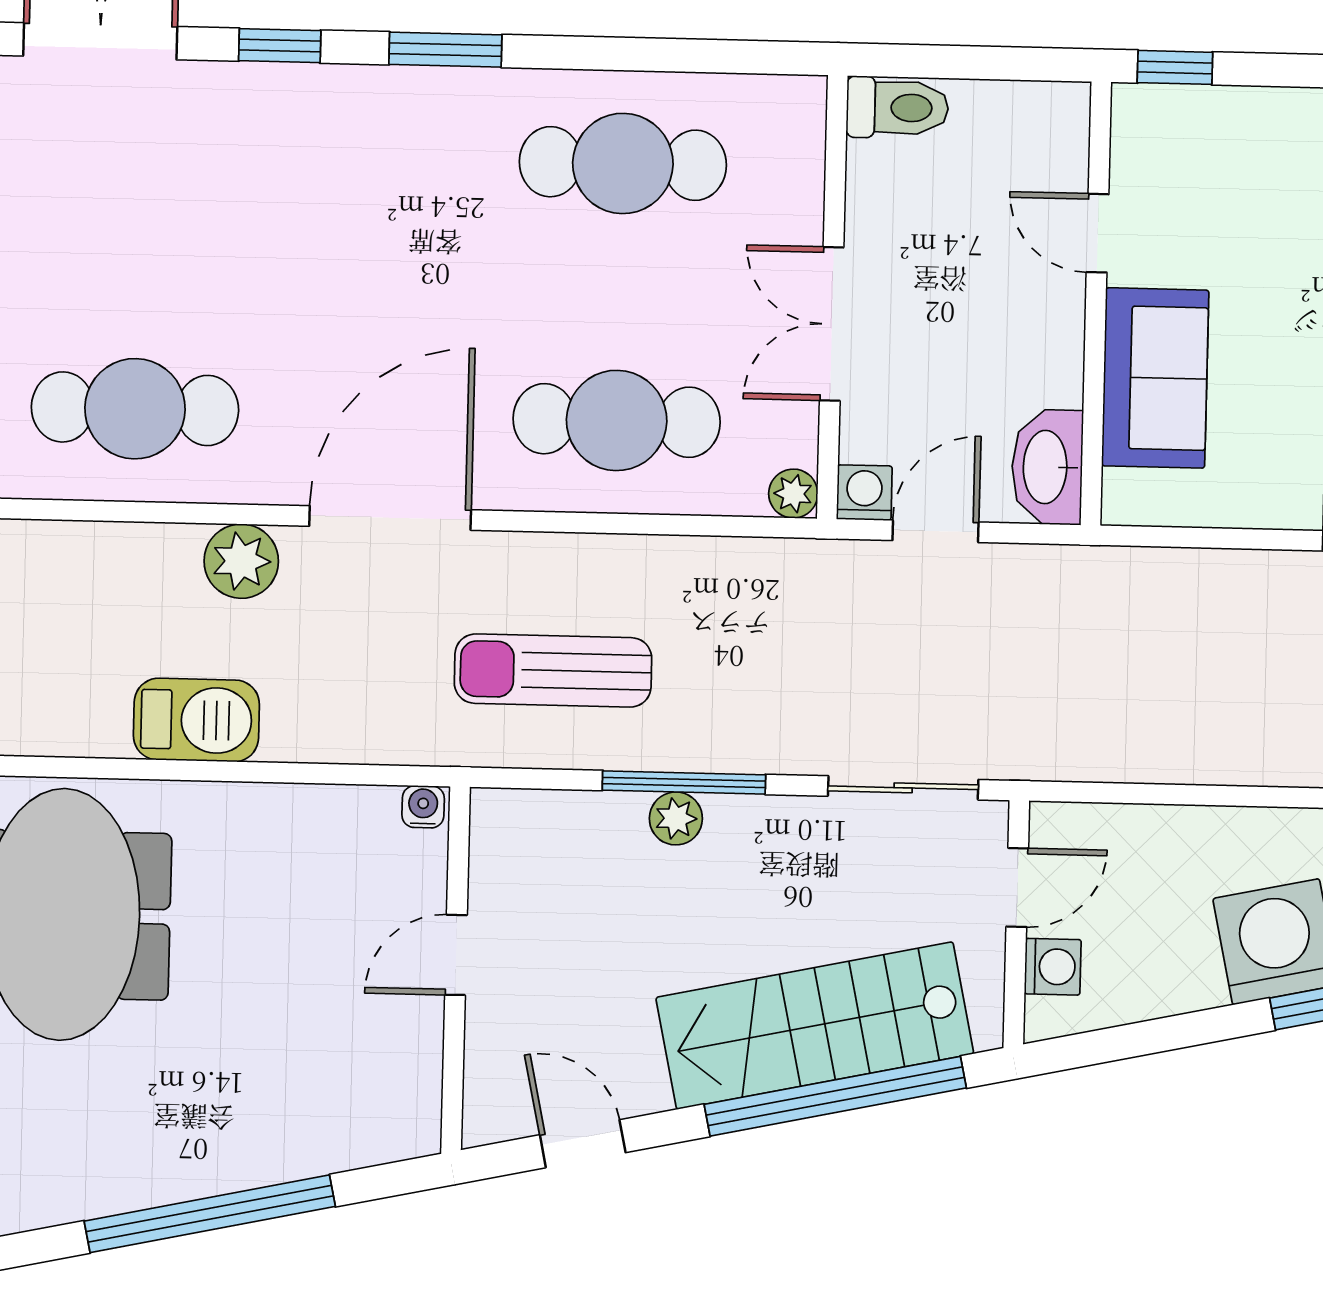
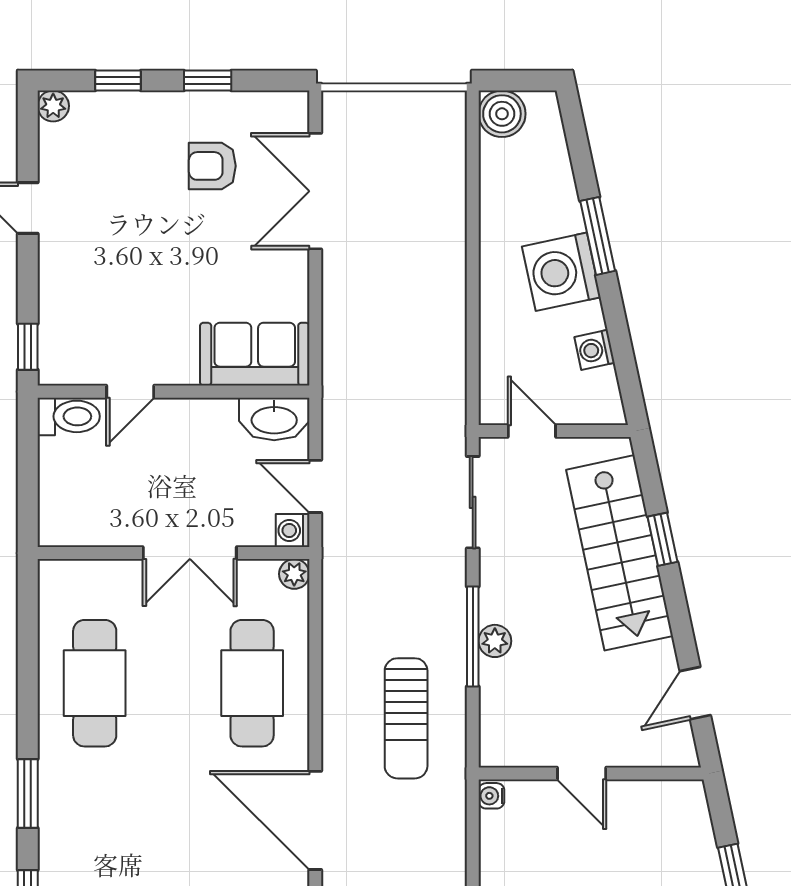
toilet: (897, 108) -> (69, 416), moved, turned 90
sofa: (1155, 378) -> (255, 354), moved
washing machine: (1053, 967) -> (595, 350), moved, turned -102
window: (835, 1096) -> (662, 539), width x0.32

